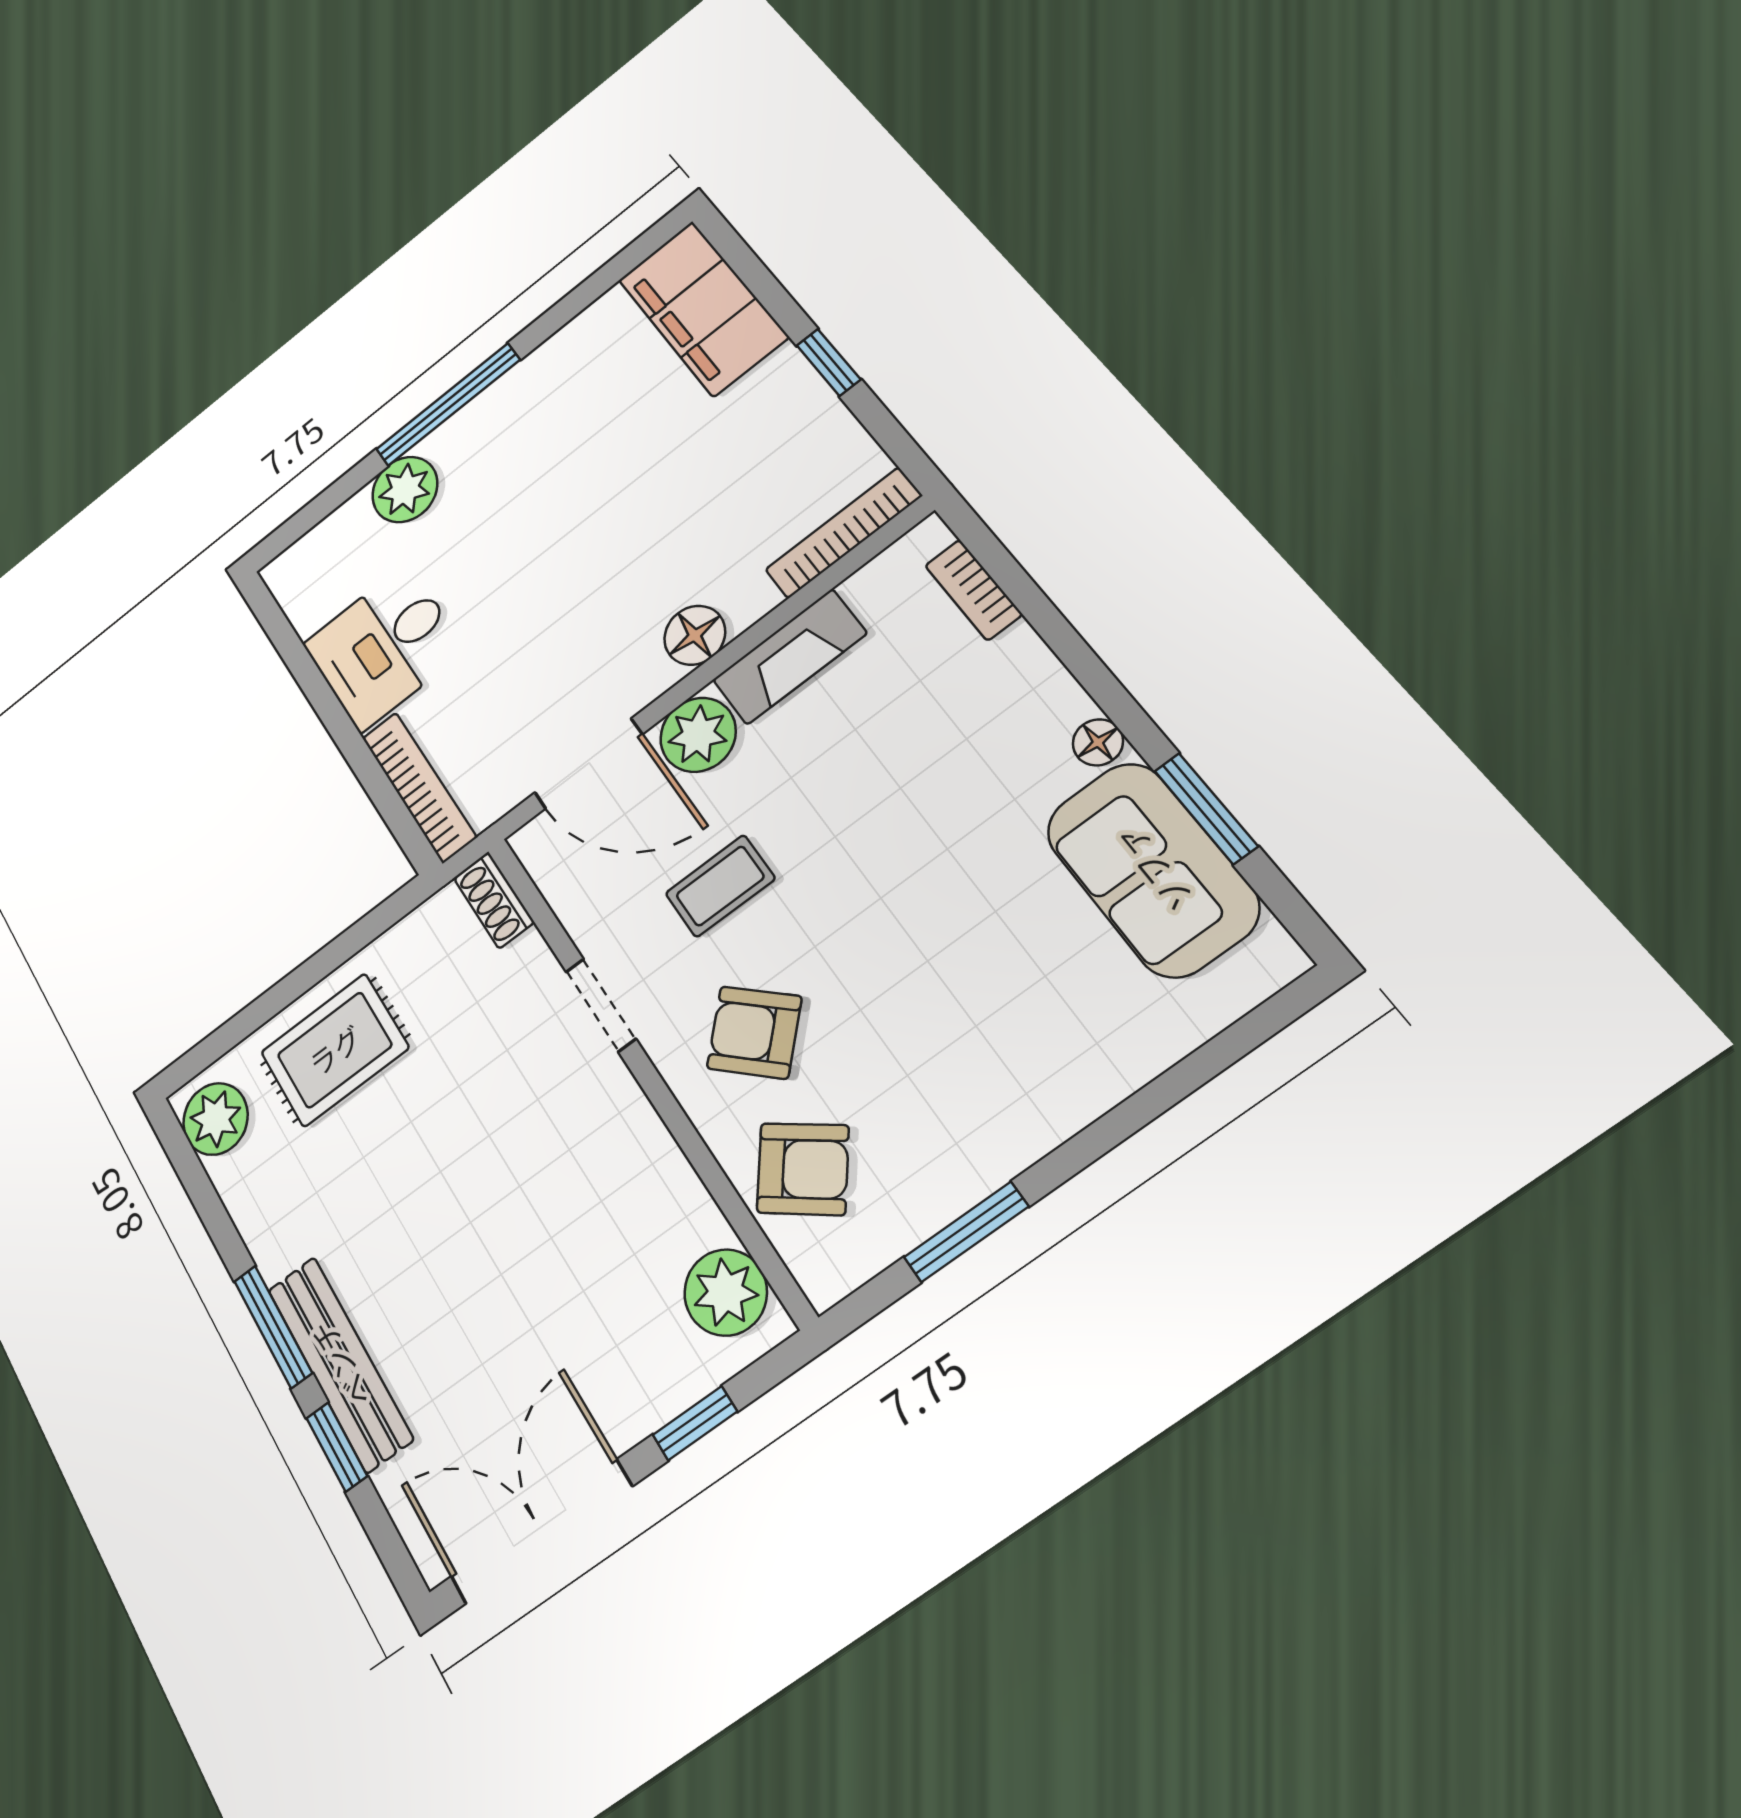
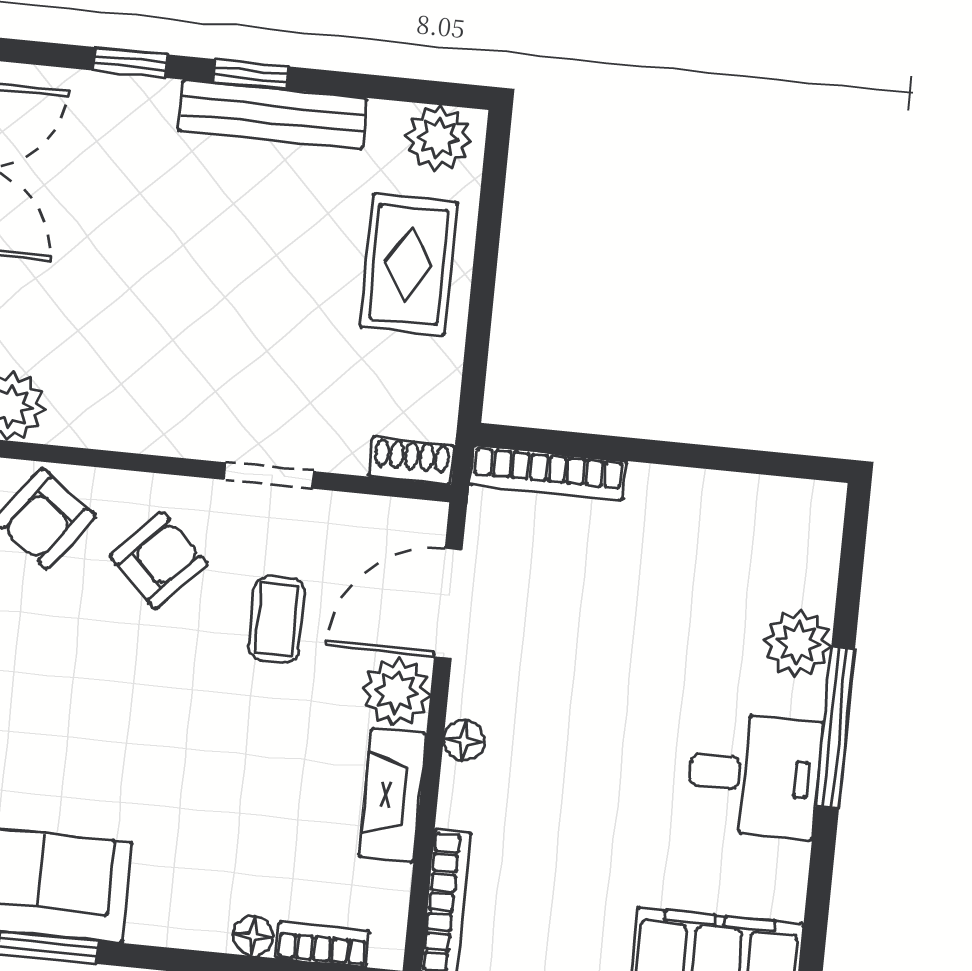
floor lamp: (695, 635) -> (464, 740), width x0.73, depth x0.73
desk: (384, 647) -> (754, 775), moved, turned 90
floor lamp: (1098, 742) -> (253, 936), moved
window: (273, 1327) -> (251, 74), width x0.67
bench: (340, 1364) -> (273, 114), moved

